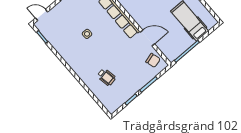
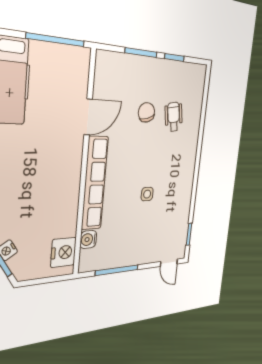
door: (147, 38) -> (88, 117), swing flipped
chair: (153, 60) -> (146, 112), moved

